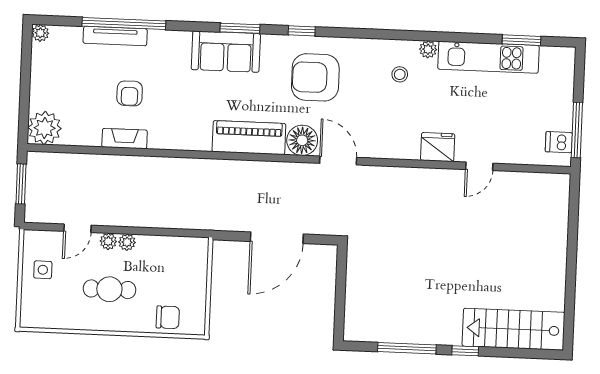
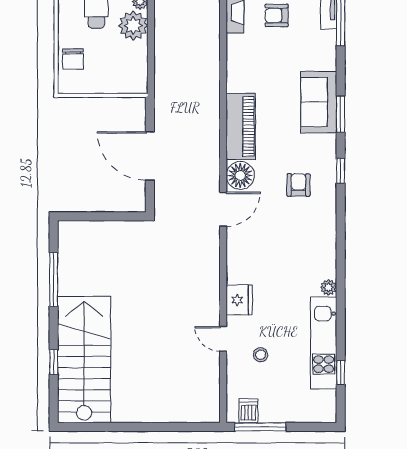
window: (521, 40) -> (341, 373), width x0.67
stool: (400, 74) -> (261, 355), moved
armchair: (315, 77) -> (298, 185), width x0.53, depth x0.53
plant: (127, 242) -> (133, 26), width x1.87, depth x1.87
stairs: (514, 329) -> (84, 360), width x1.36, depth x1.51
window: (465, 351) -> (54, 362), moved

